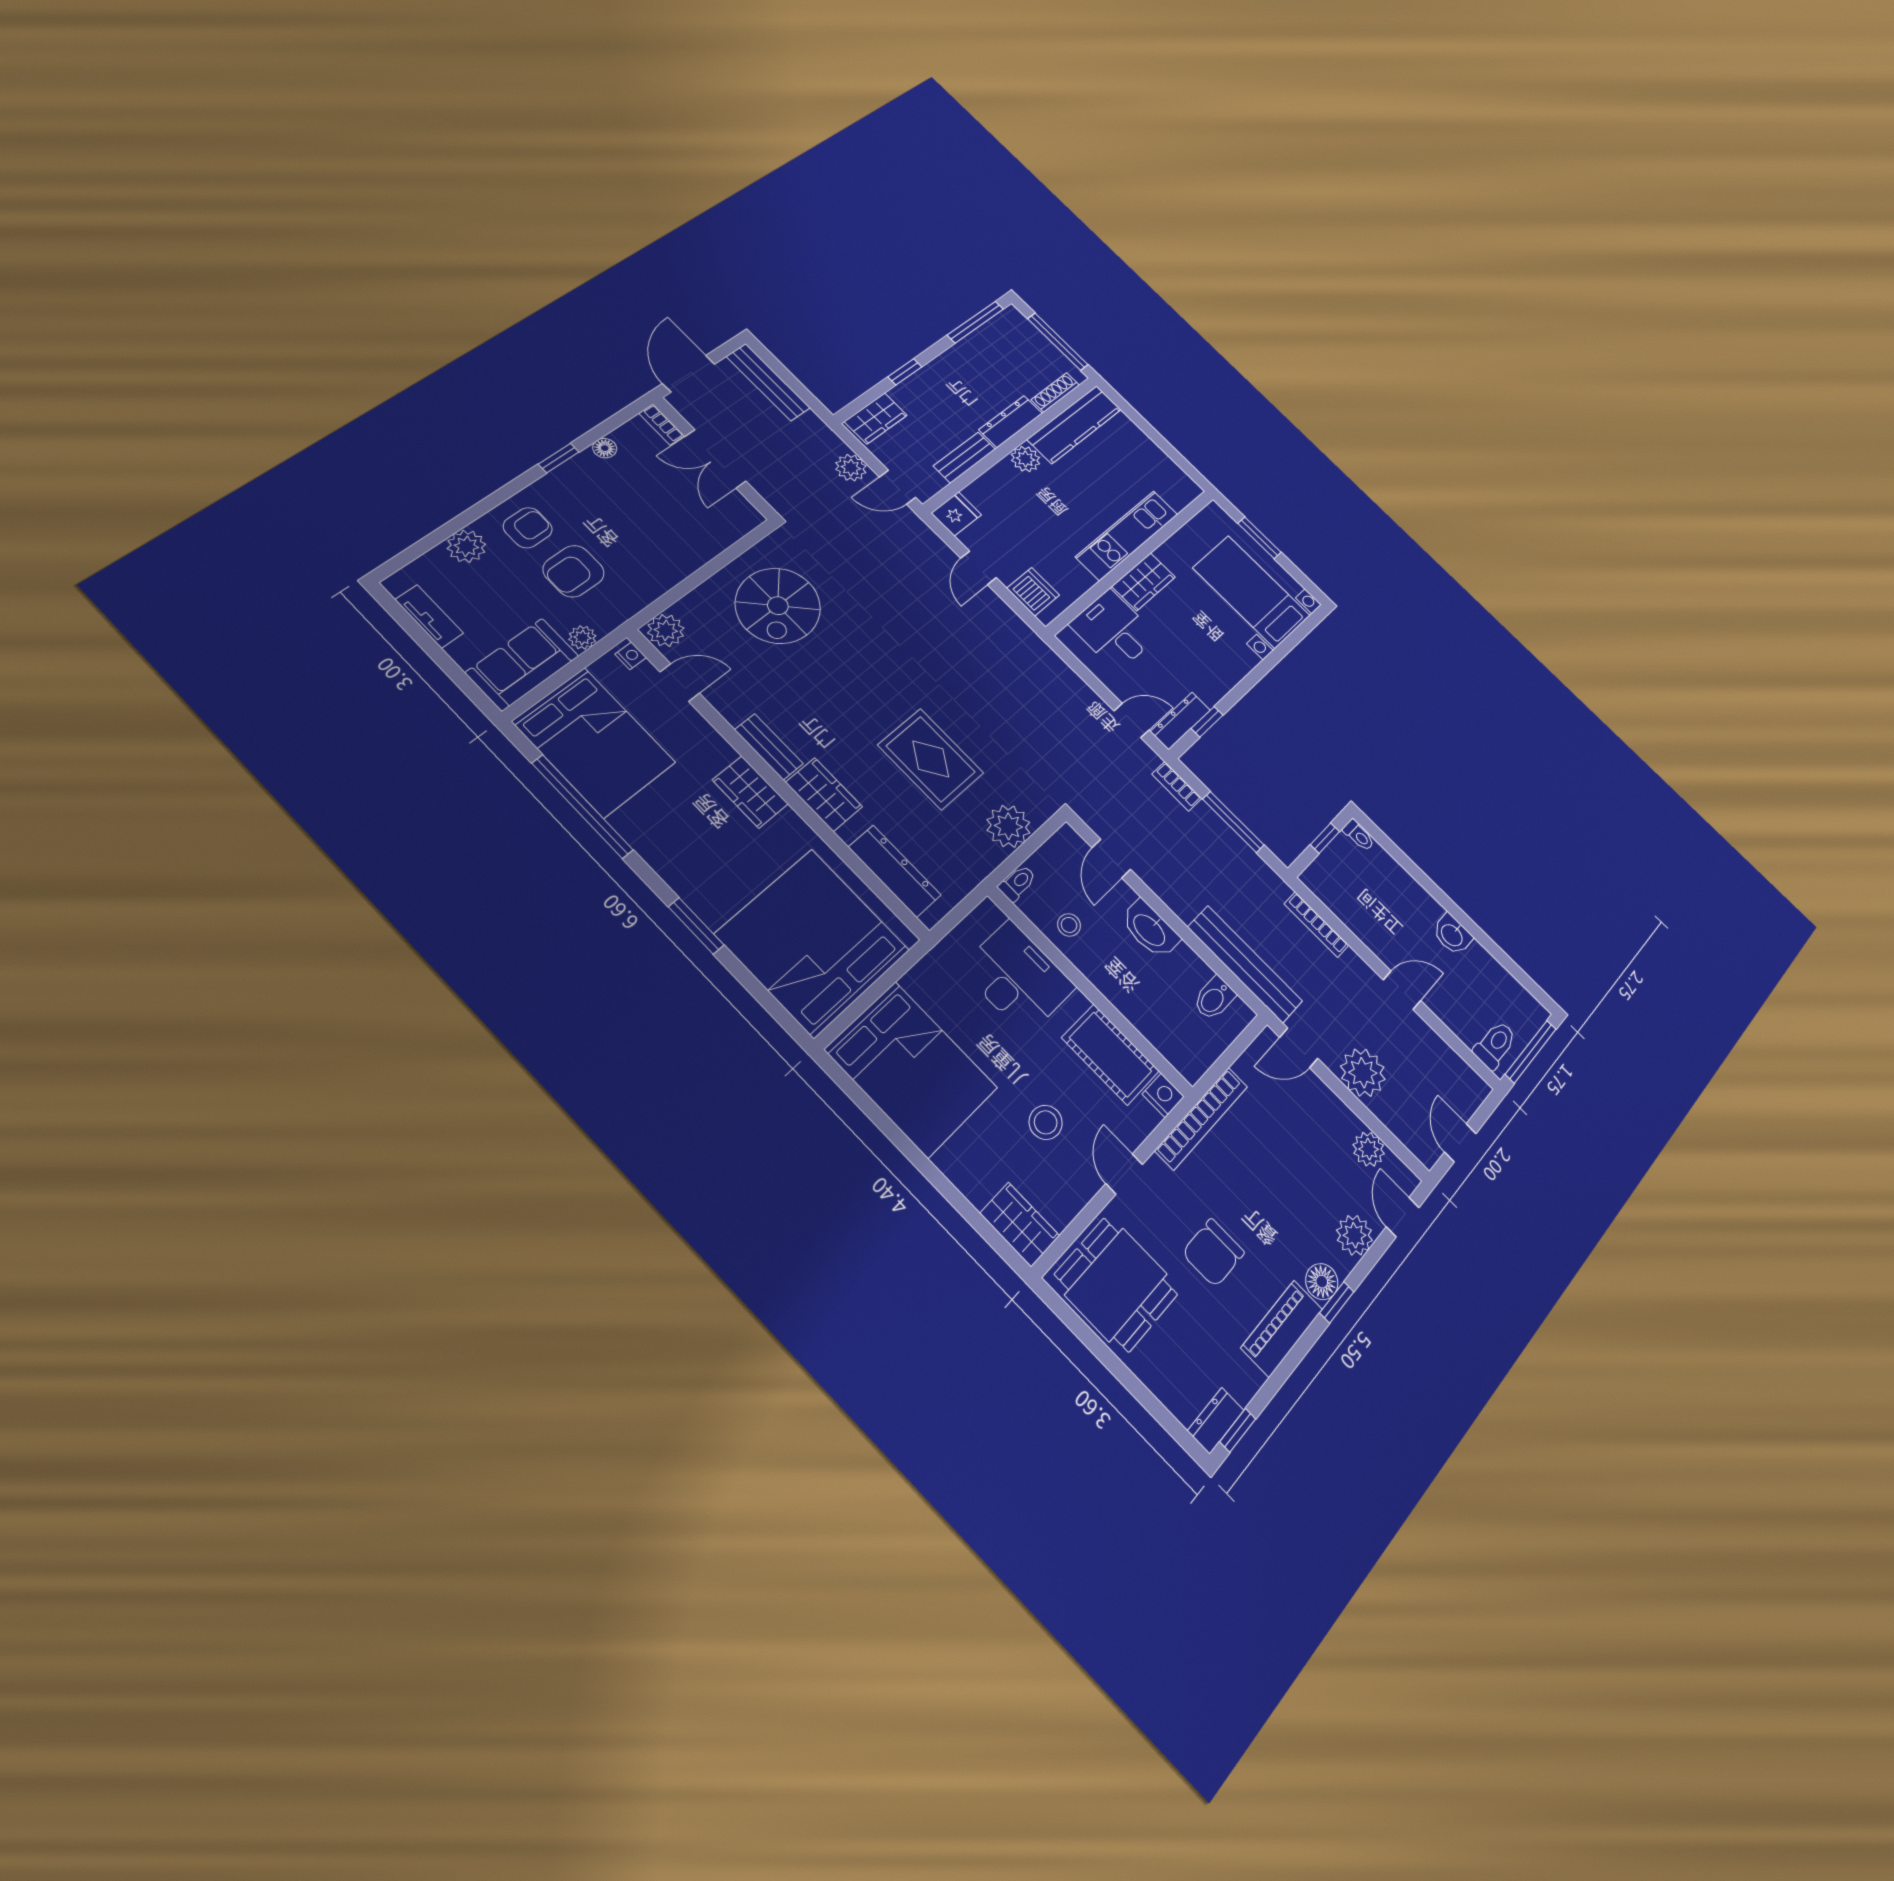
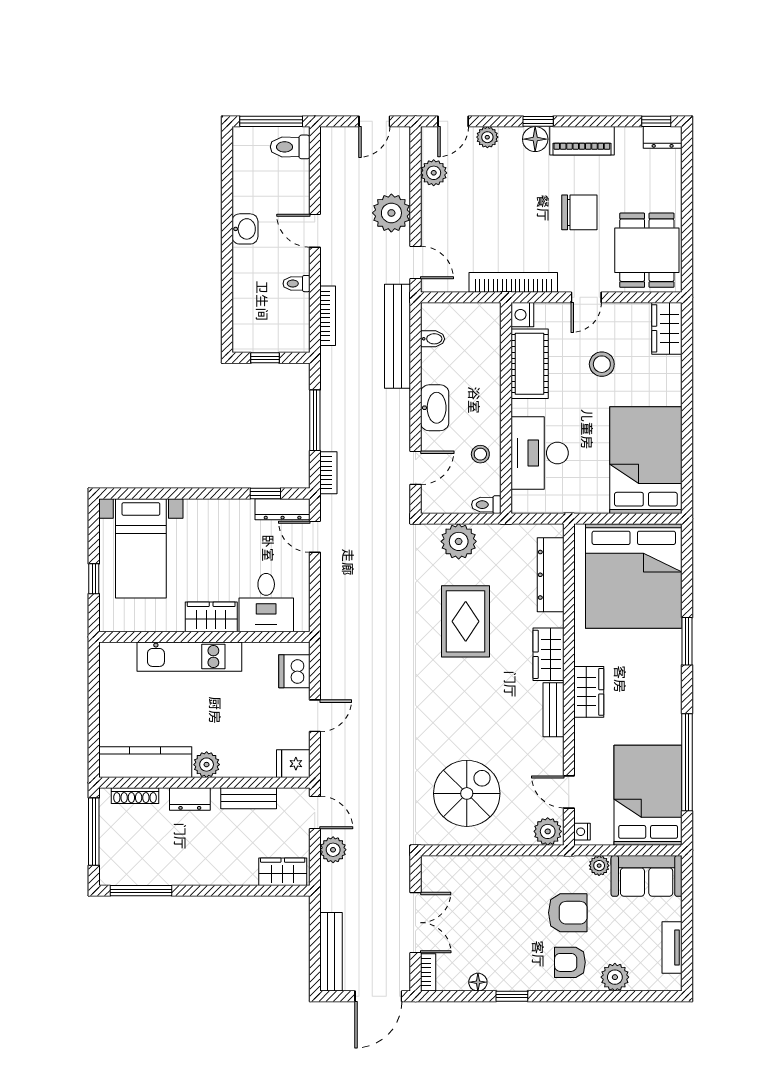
window: (905, 372) -> (230, 891), removed
dresser: (1011, 421) -> (190, 799), width x0.70
window: (1259, 538) -> (94, 579), width x0.67
toilet: (1359, 835) -> (297, 284), moved, turned -90
bidet: (1214, 998) -> (433, 339), width x0.72, depth x0.74
plant: (1354, 1235) -> (487, 137), width x0.73, depth x0.73

